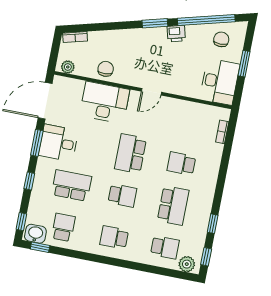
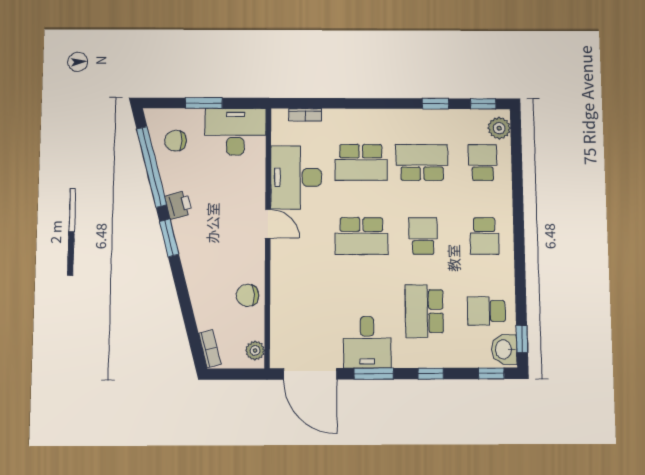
desk: (105, 102) -> (296, 177), moved
school desk: (181, 164) -> (361, 162), width x1.85

